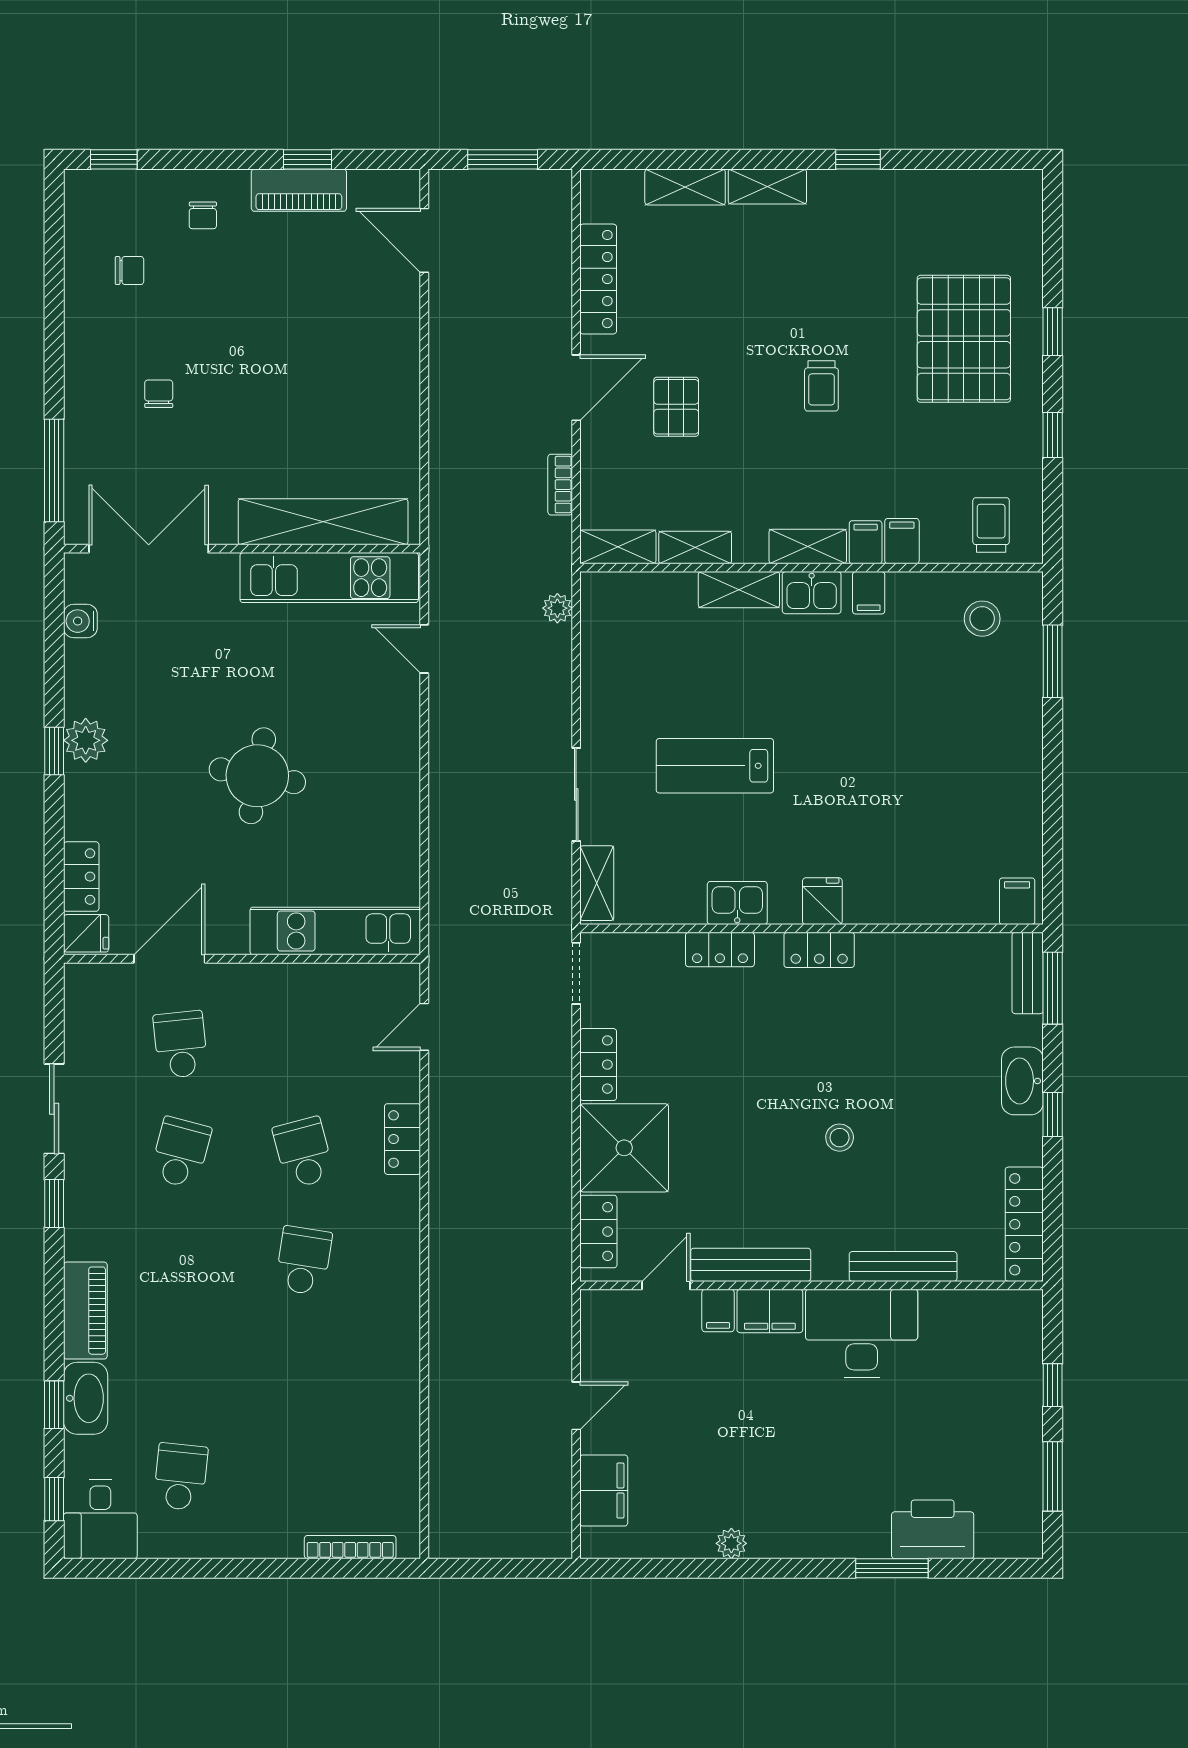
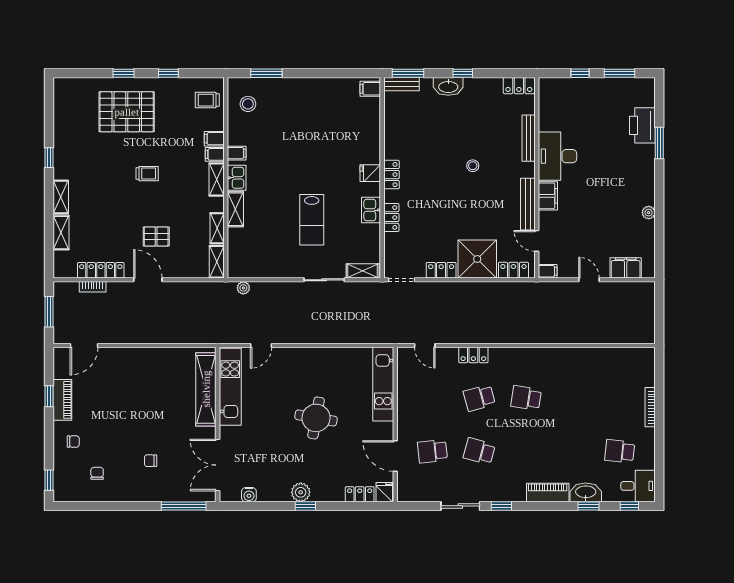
bookcase: (560, 485) -> (93, 287), moved
locker: (1024, 1224) -> (519, 86), width x0.66
filing cabinet: (718, 1311) -> (548, 271), moved
bookcase: (350, 1547) -> (650, 407), moved

